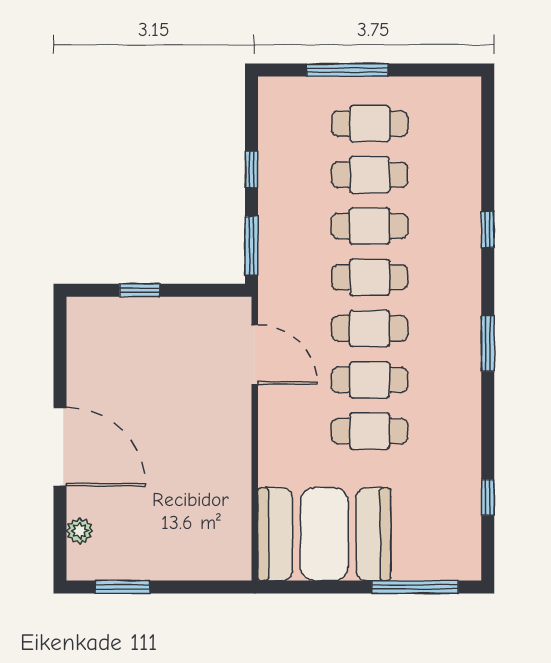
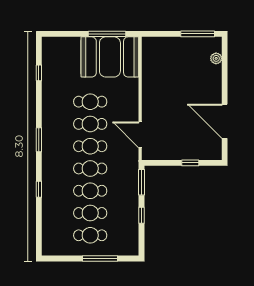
door: (60, 447) -> (225, 121), moved
window: (122, 587) -> (198, 34), width x1.44
window: (415, 587) -> (107, 34), moved

